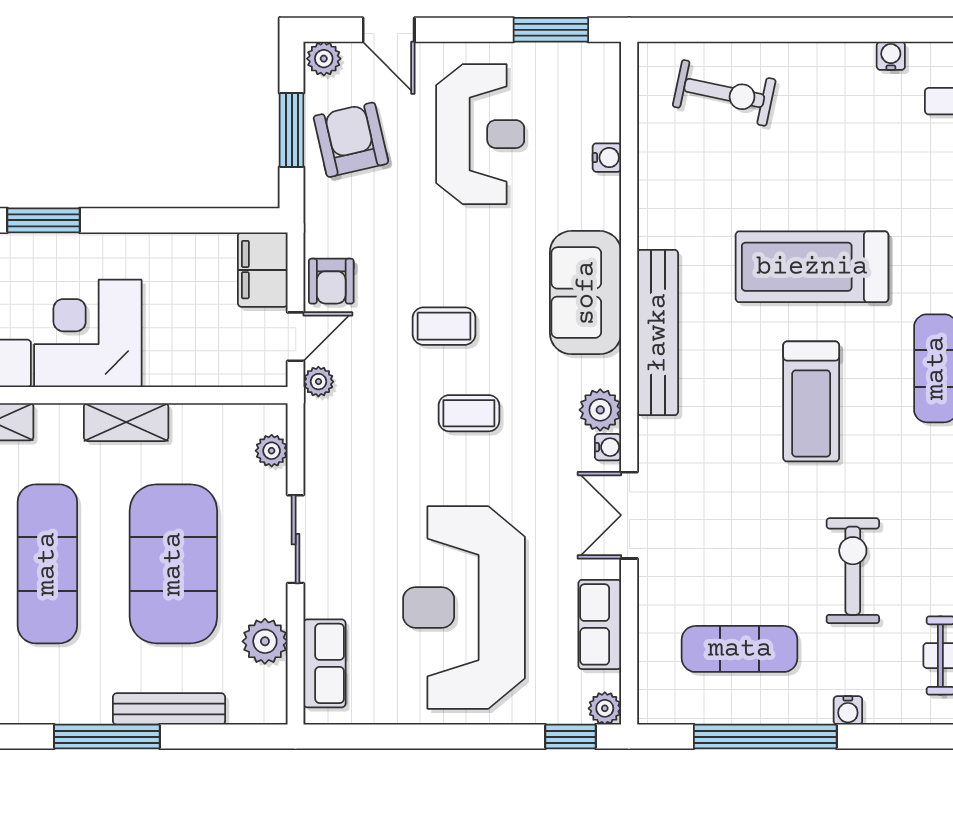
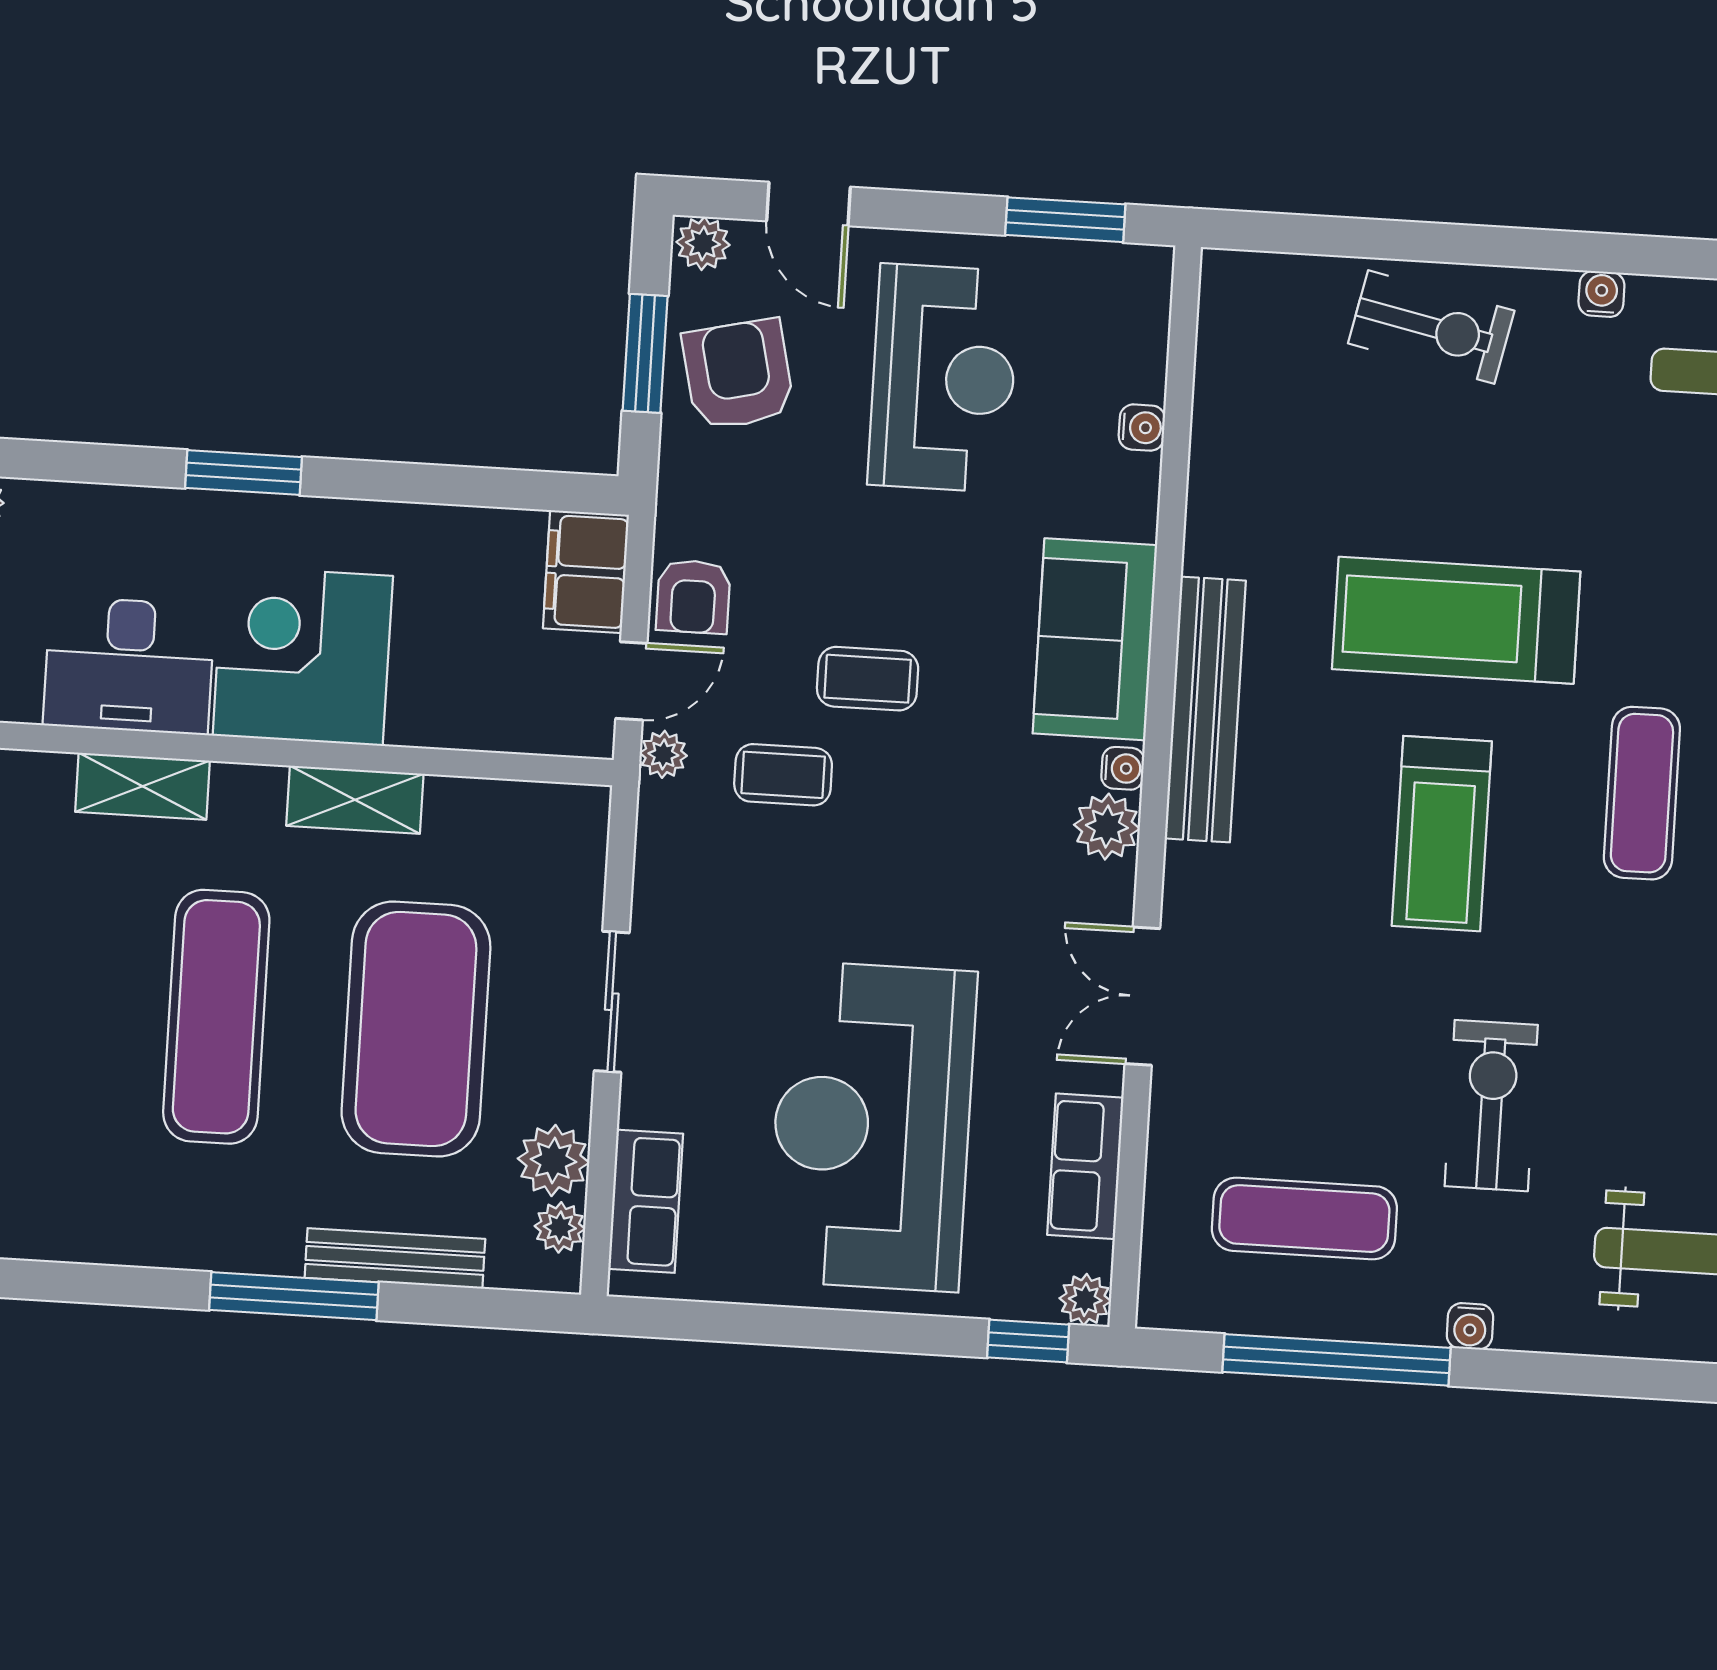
exercise bike: (724, 93) -> (1431, 327), moved
coffee table: (469, 413) -> (783, 775), moved
water cooler: (608, 447) -> (1123, 768), moved
plant: (272, 451) -> (560, 1227), moved

